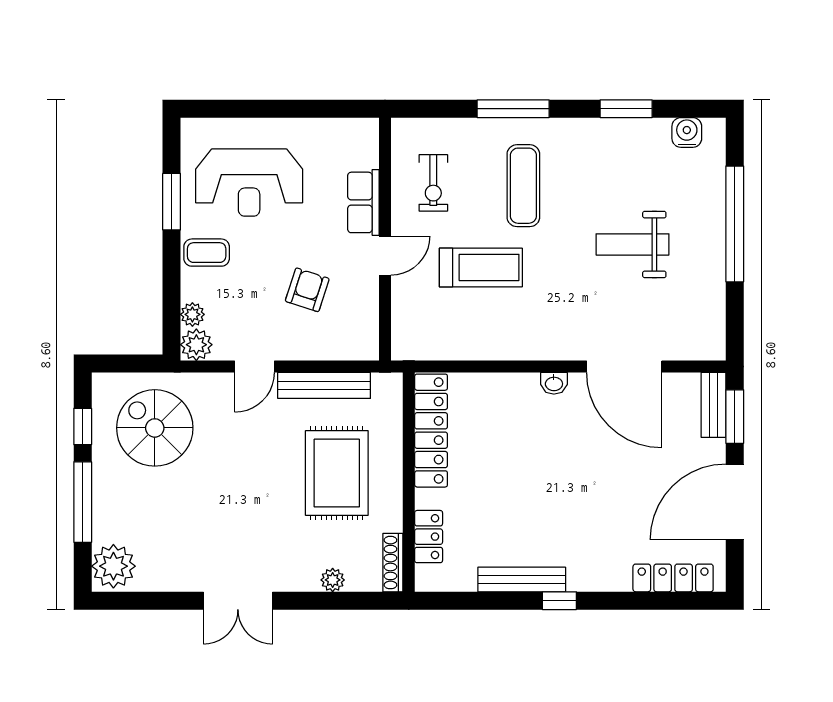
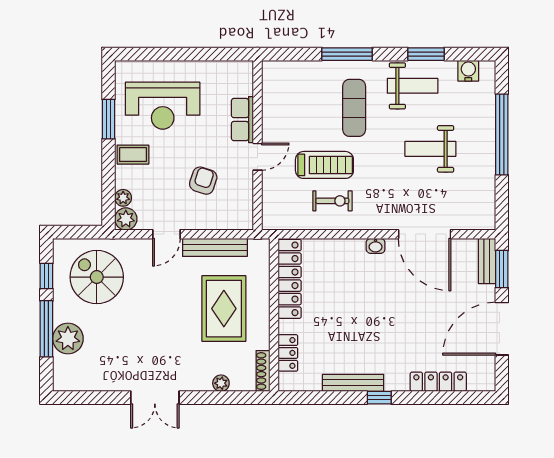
weight bench: (607, 154) -> (413, 86), added
exercise bike: (433, 183) -> (332, 201), moved, turned -90
plant: (113, 566) -> (68, 339), moved
locker: (673, 578) -> (438, 382), moved

